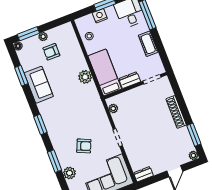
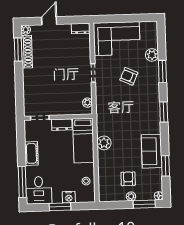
armchair: (51, 52) -> (128, 179), turned -90
shoe rack: (176, 112) -> (27, 52), moved

